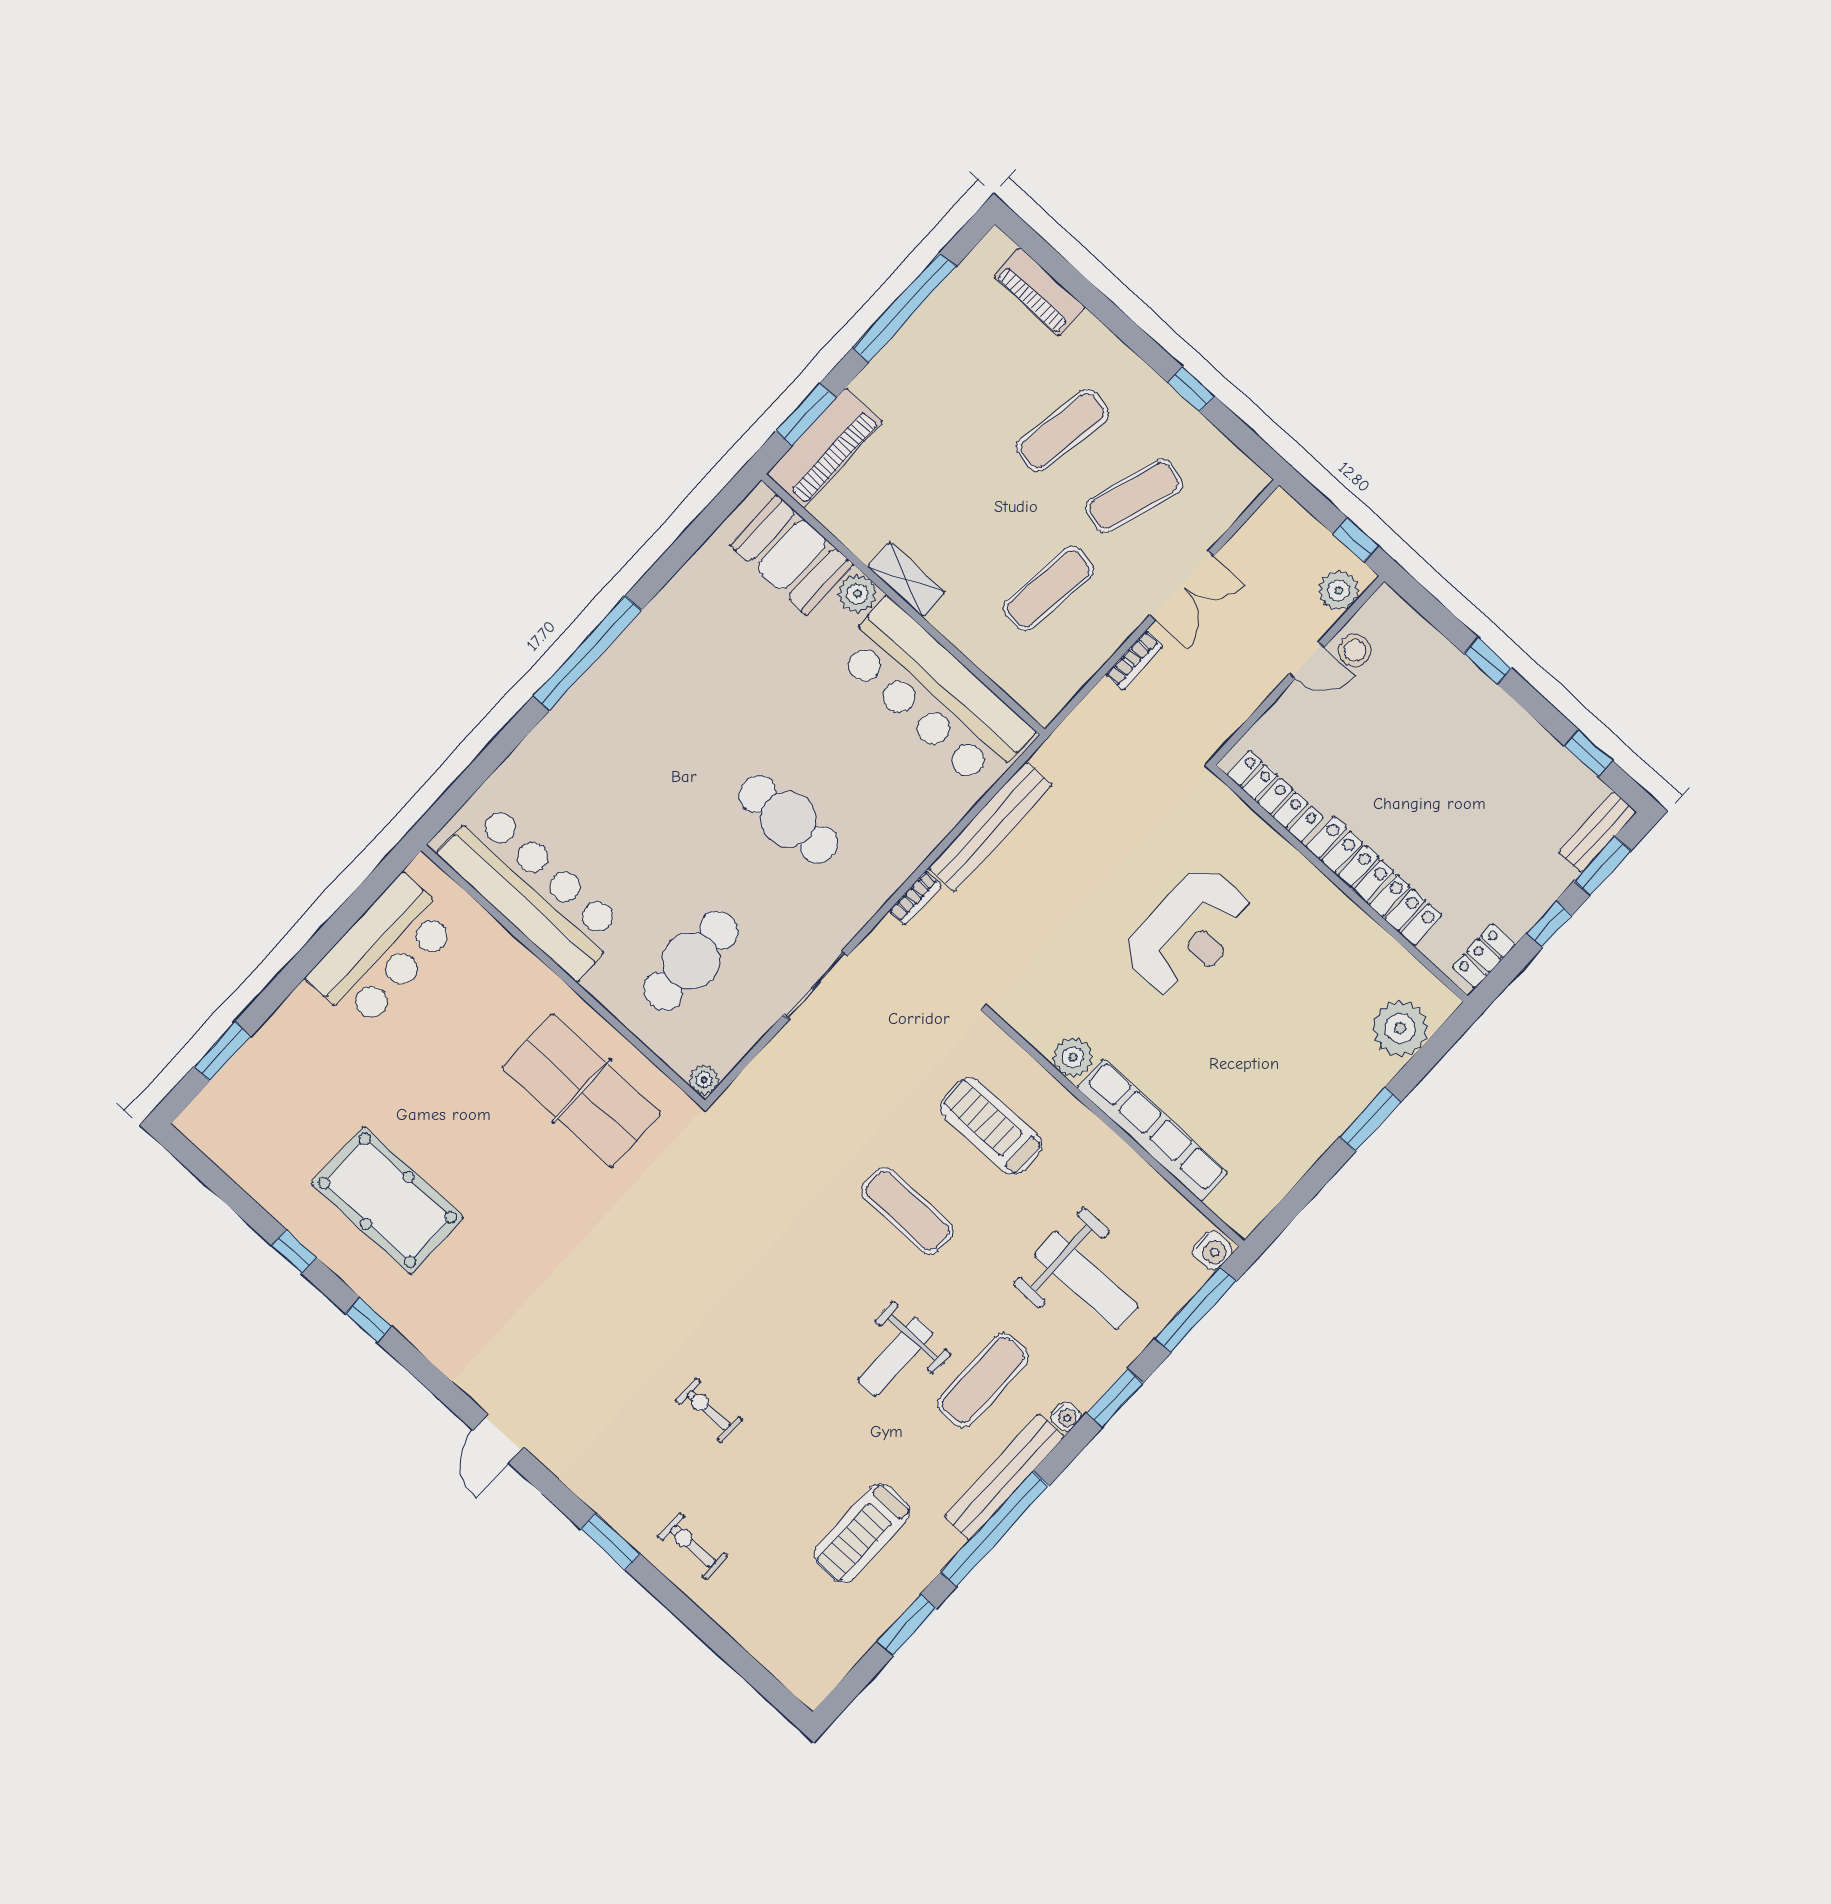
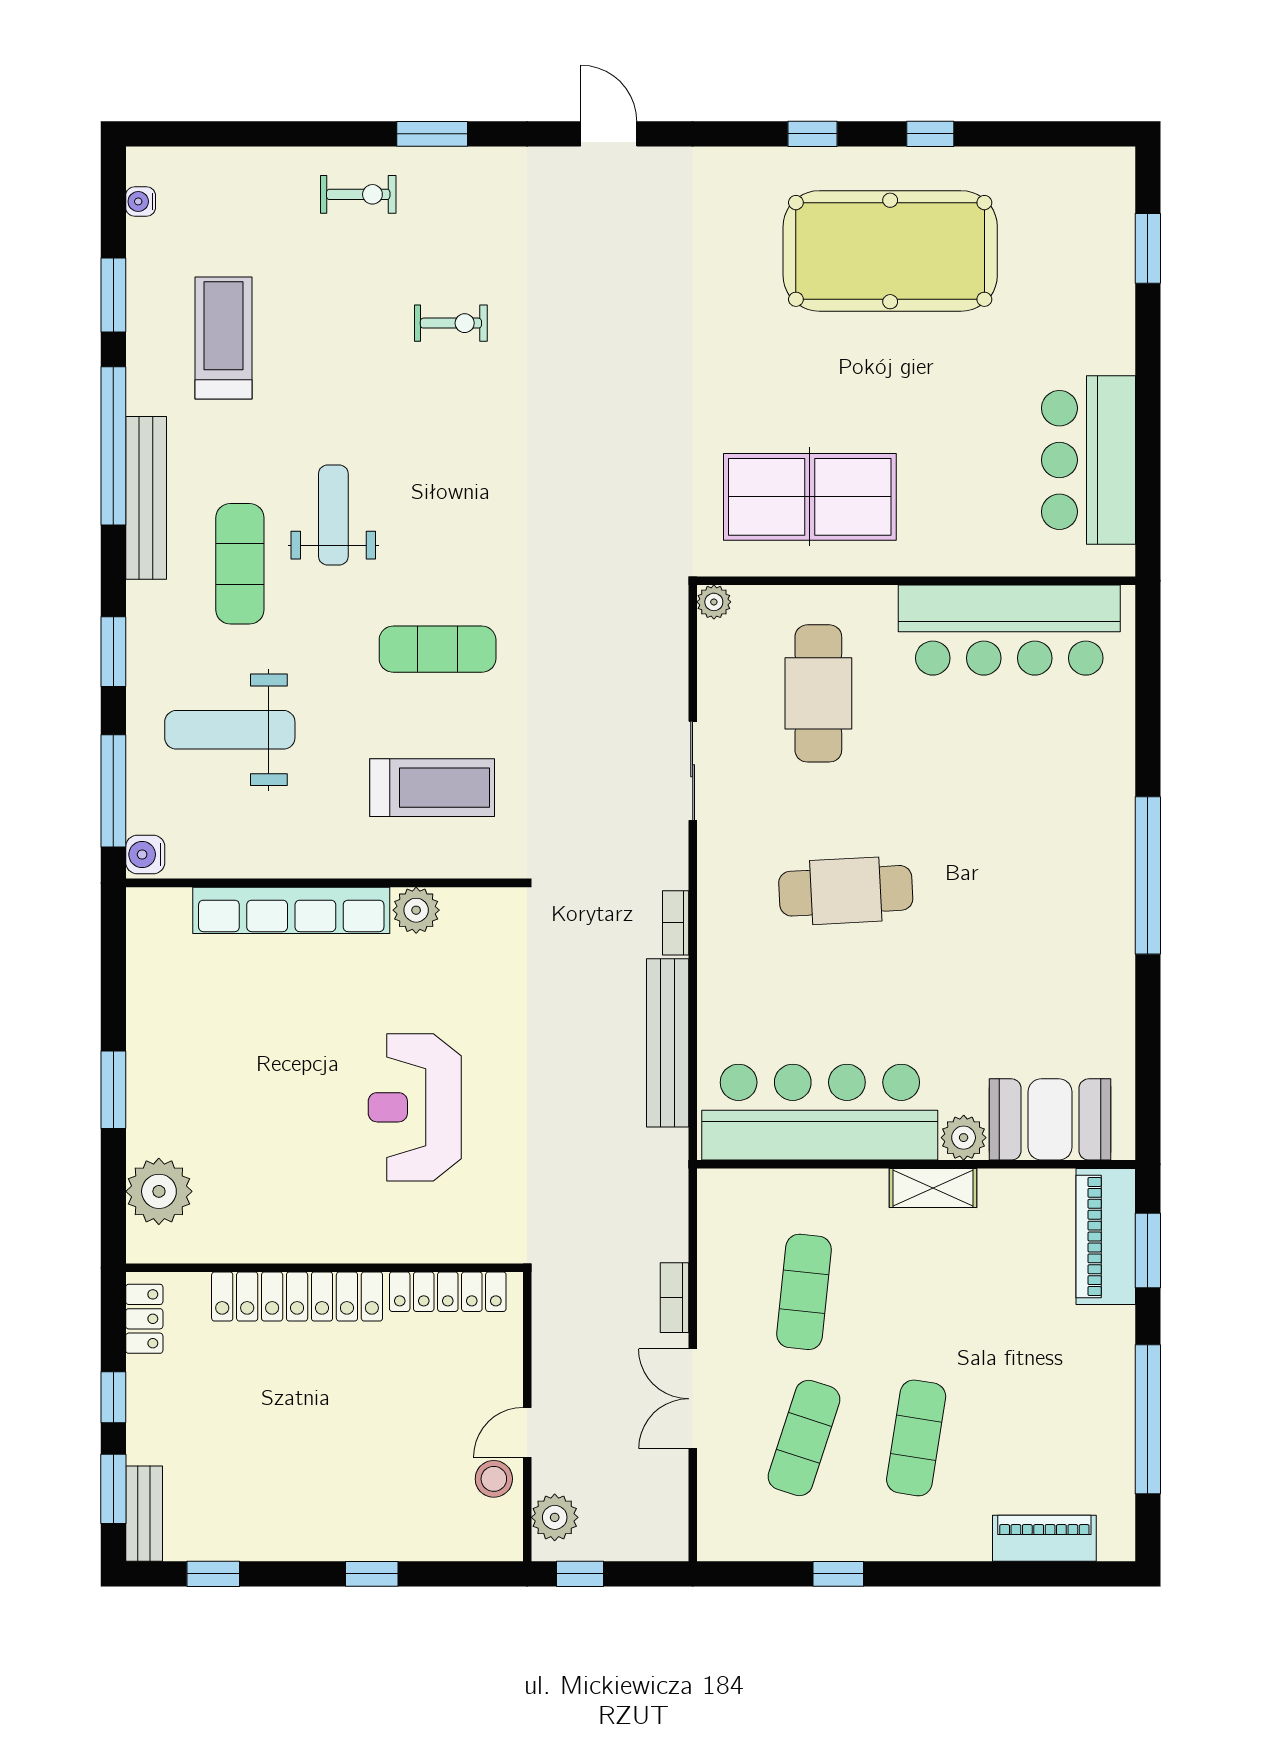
pool table: (387, 1200) -> (890, 251), width x1.36, depth x1.32
water cooler: (1066, 1417) -> (141, 201), moved

